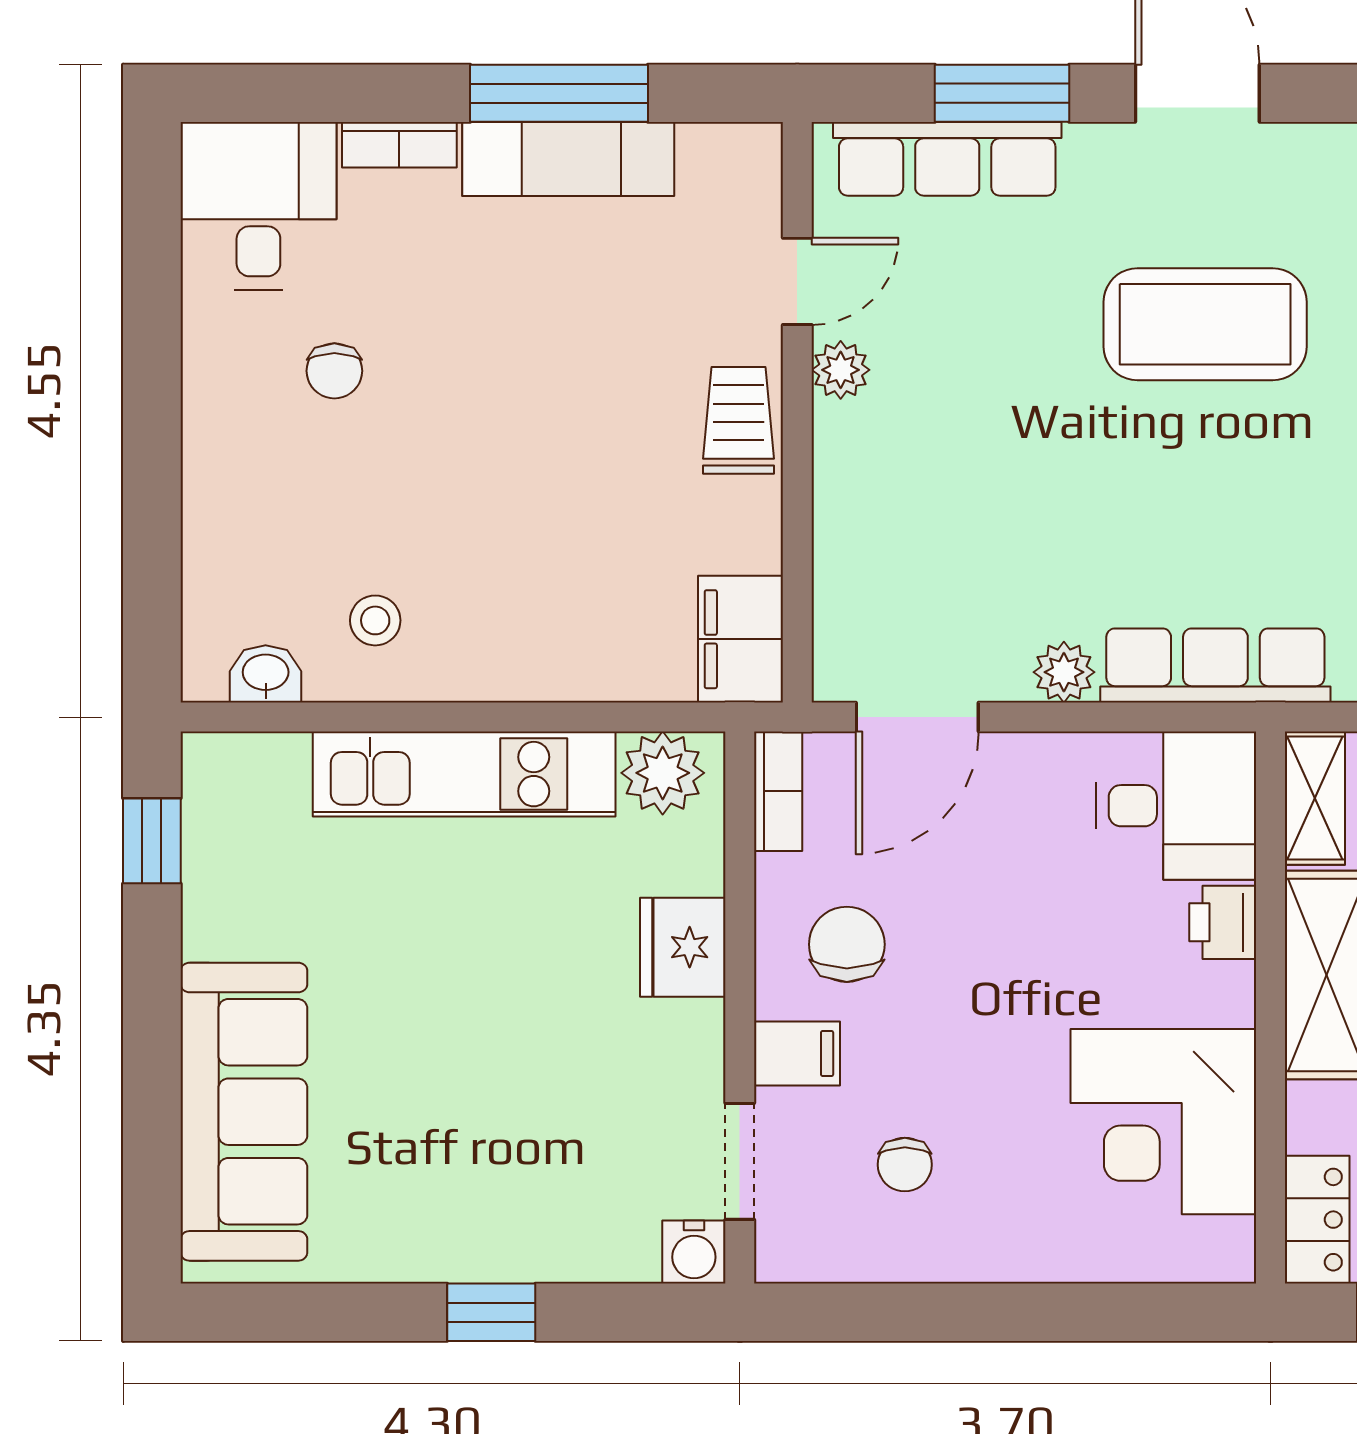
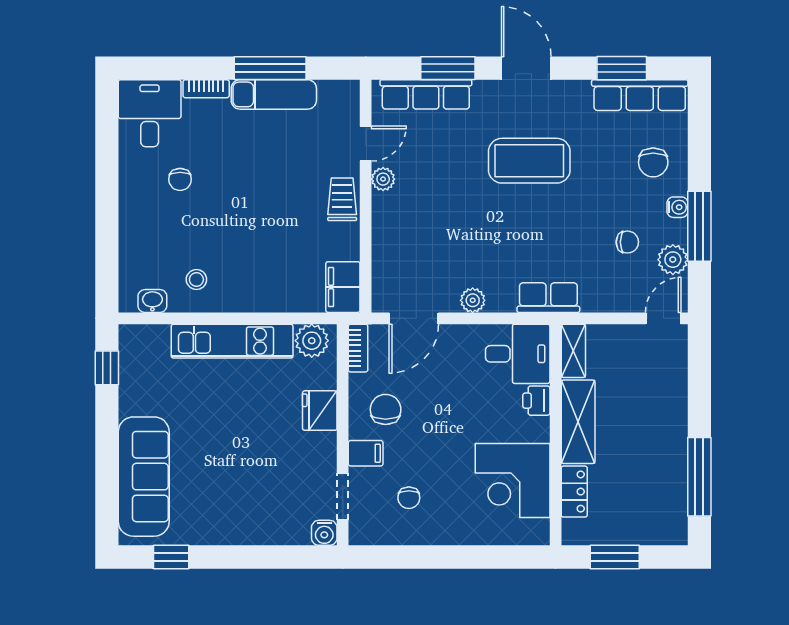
row of seats: (1215, 665) -> (548, 298), width x0.68
locker: (1317, 1220) -> (574, 492), moved
window: (491, 1312) -> (171, 557), moved

